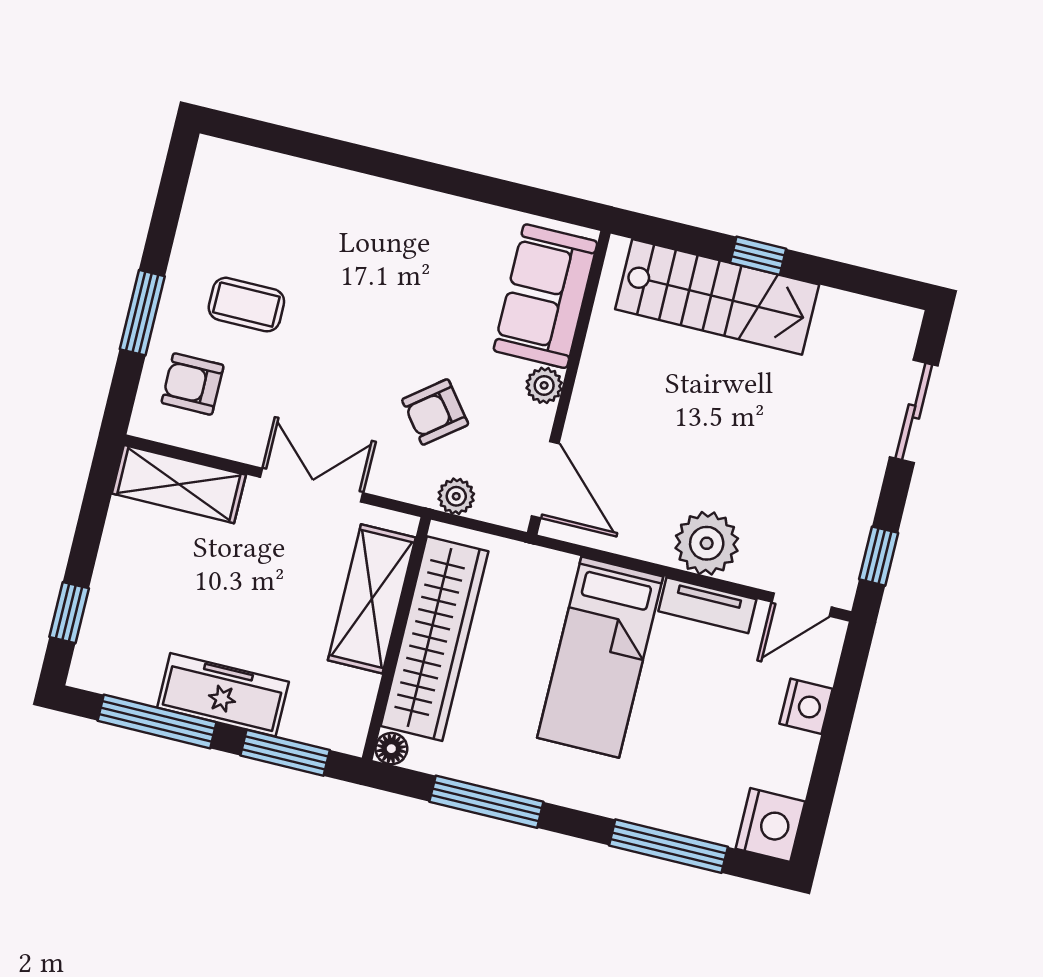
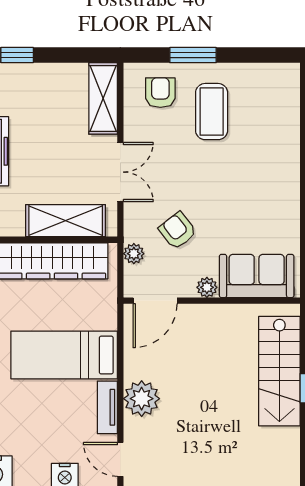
coffee table: (246, 305) -> (212, 112), width x1.36, depth x1.30

